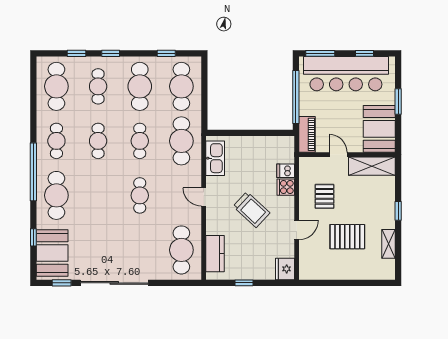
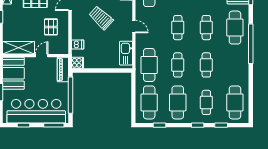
cafe table: (56, 141) -> (206, 28), moved
door: (338, 155) -> (42, 56), swing flipped
cooker: (286, 187) -> (77, 63), moved

